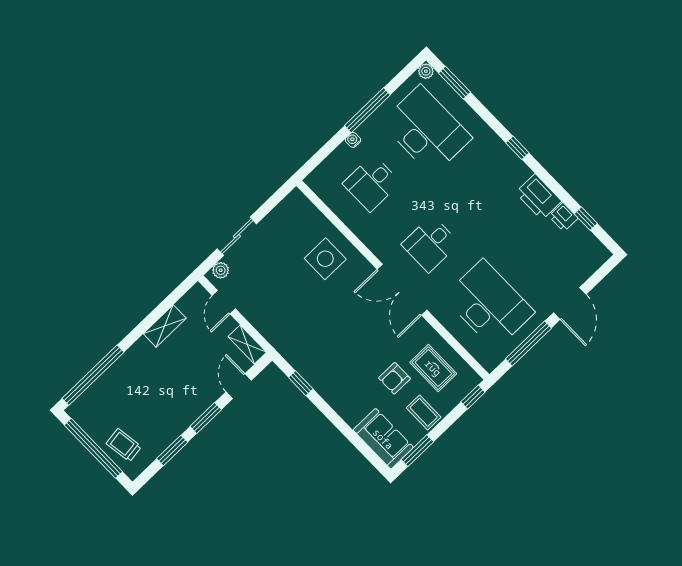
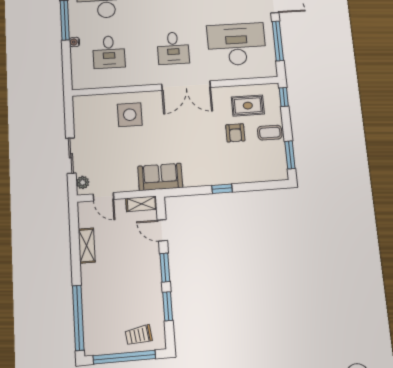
window: (301, 383) -> (222, 189), moved
sofa: (383, 439) -> (160, 177), moved

